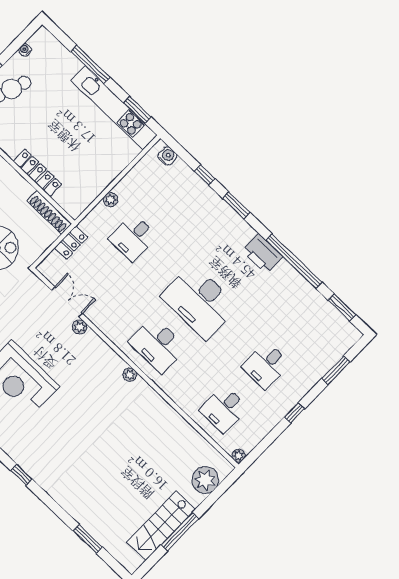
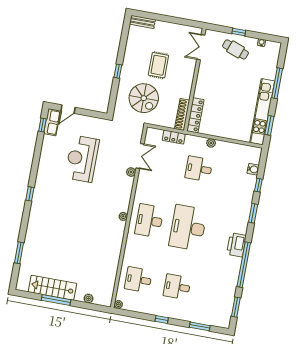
water cooler: (167, 156) -> (253, 169), moved
locker: (37, 173) -> (195, 115), moved
plant: (205, 480) -> (89, 298), width x0.53, depth x0.53

